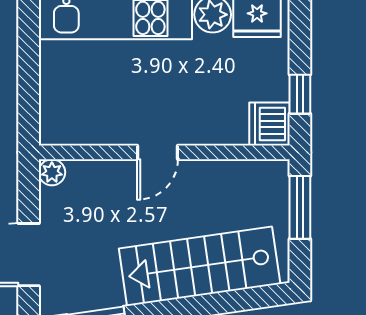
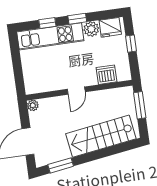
window: (300, 94) -> (131, 44), moved
dishwasher: (270, 124) -> (106, 75), moved, turned 90

